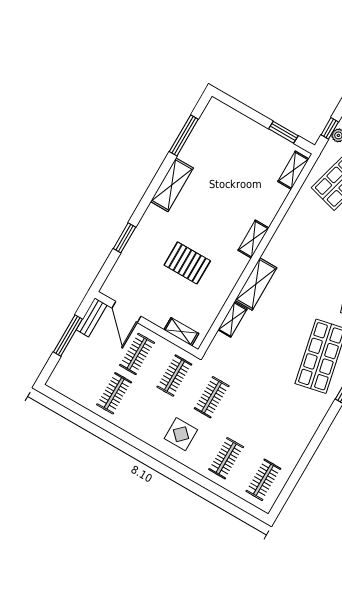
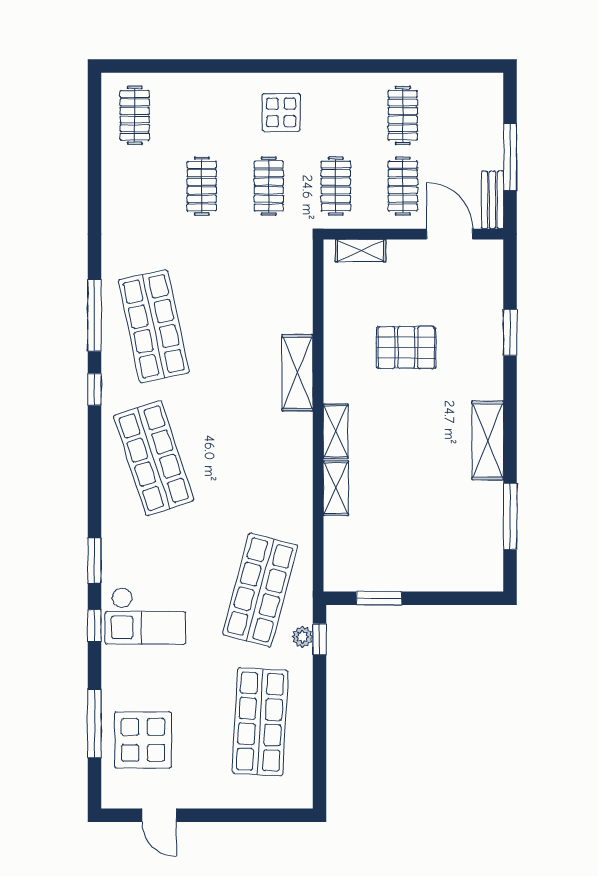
shelving: (293, 170) -> (336, 488), moved
shelving: (232, 319) -> (301, 307), removed
clothes rail: (226, 458) -> (202, 186), moved

